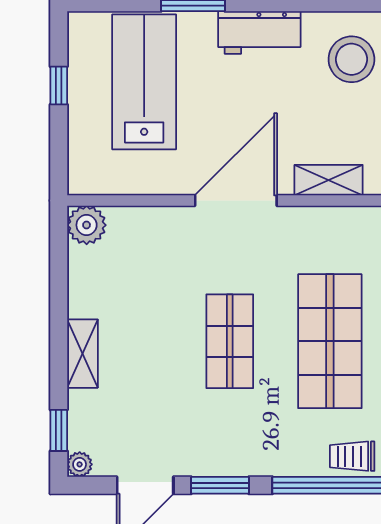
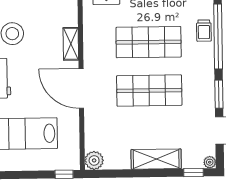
window: (59, 85) -> (64, 174), moved
shop shelf: (230, 341) -> (149, 91), width x1.43, depth x1.36
shelving: (82, 354) -> (156, 159), width x1.50, depth x1.33

